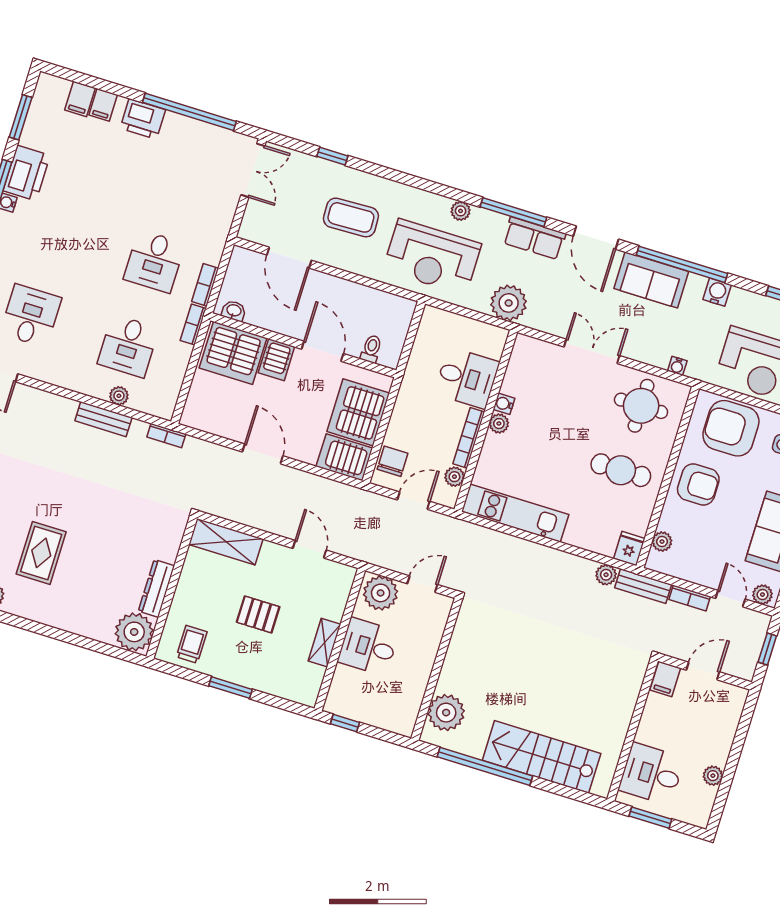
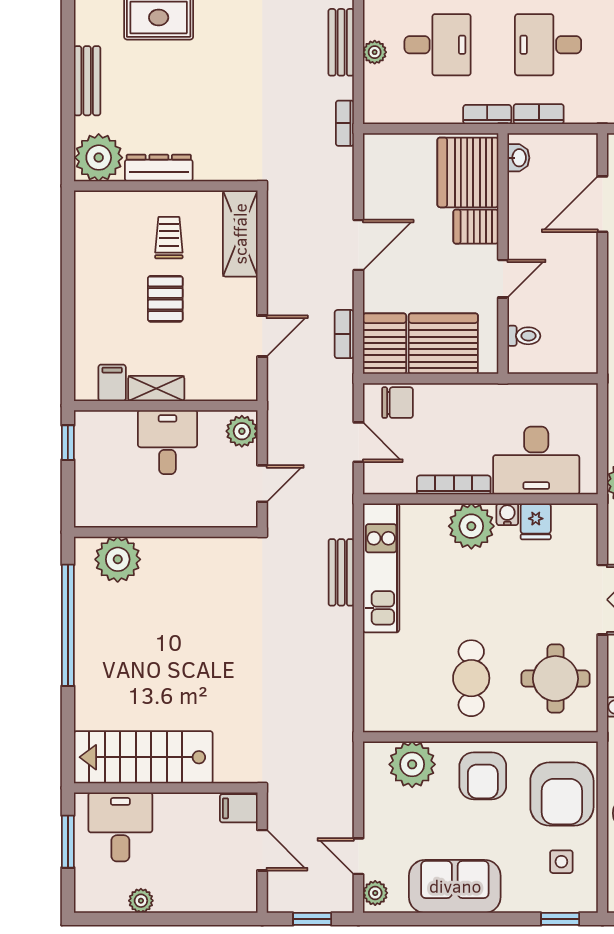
desk: (128, 346) -> (438, 45), turned 180
door: (323, 351) -> (503, 279), width x0.73
desk: (467, 378) -> (536, 460), width x1.37
plant: (499, 424) -> (471, 526), width x1.88, depth x1.88
armchair: (731, 428) -> (562, 794), turned 180
plant: (454, 477) -> (402, 482), removed
plant: (662, 542) -> (412, 764), width x1.87, depth x1.87
fridge: (629, 549) -> (536, 521), moved, turned 90
plant: (606, 575) -> (341, 699), removed
door: (422, 584) -> (262, 484), hinge flipped
bench: (643, 586) -> (341, 572), moved
plant: (381, 593) -> (242, 431), width x0.73, depth x0.73
bookcase: (690, 598) -> (344, 334), moved
door: (730, 599) -> (358, 856), swing flipped
bench: (73, 623) -> (87, 81), added
trolley: (192, 644) -> (169, 238), moved, turned -90
filing cabinet: (310, 675) -> (112, 383), added
window: (231, 688) -> (68, 293), removed
stairs: (542, 757) -> (143, 757), moved, turned -90

